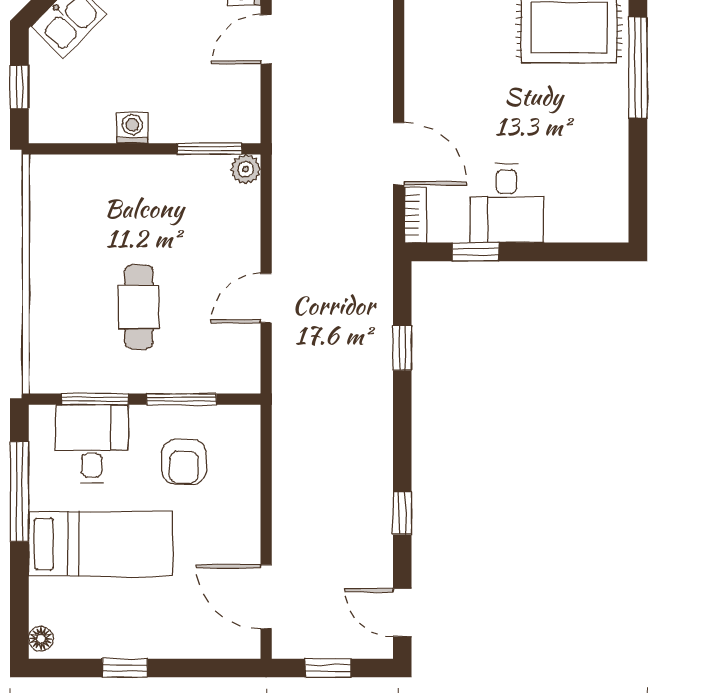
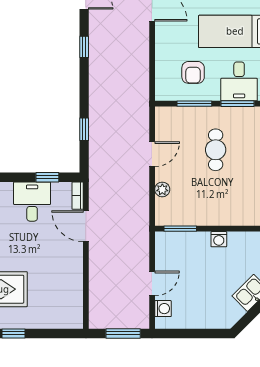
plant: (246, 169) -> (162, 189), moved
armchair: (184, 462) -> (193, 72), turned 180

